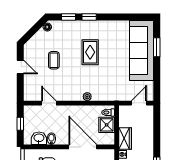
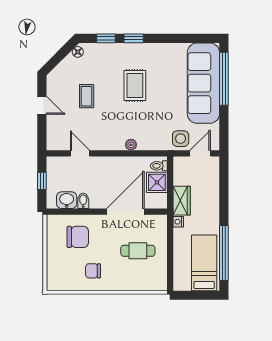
window: (157, 47) -> (224, 79), width x2.11
side table: (124, 92) -> (181, 139), added
door: (83, 147) -> (125, 212), hinge flipped

